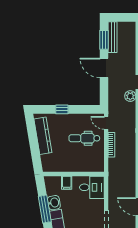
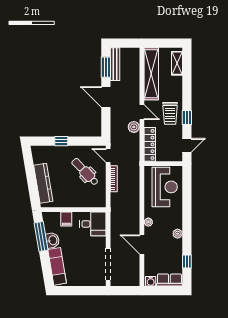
kitchen counter: (43, 136) -> (43, 183), moved
dental chair: (84, 138) -> (85, 172), turned 46
window: (45, 209) -> (41, 237), moved

